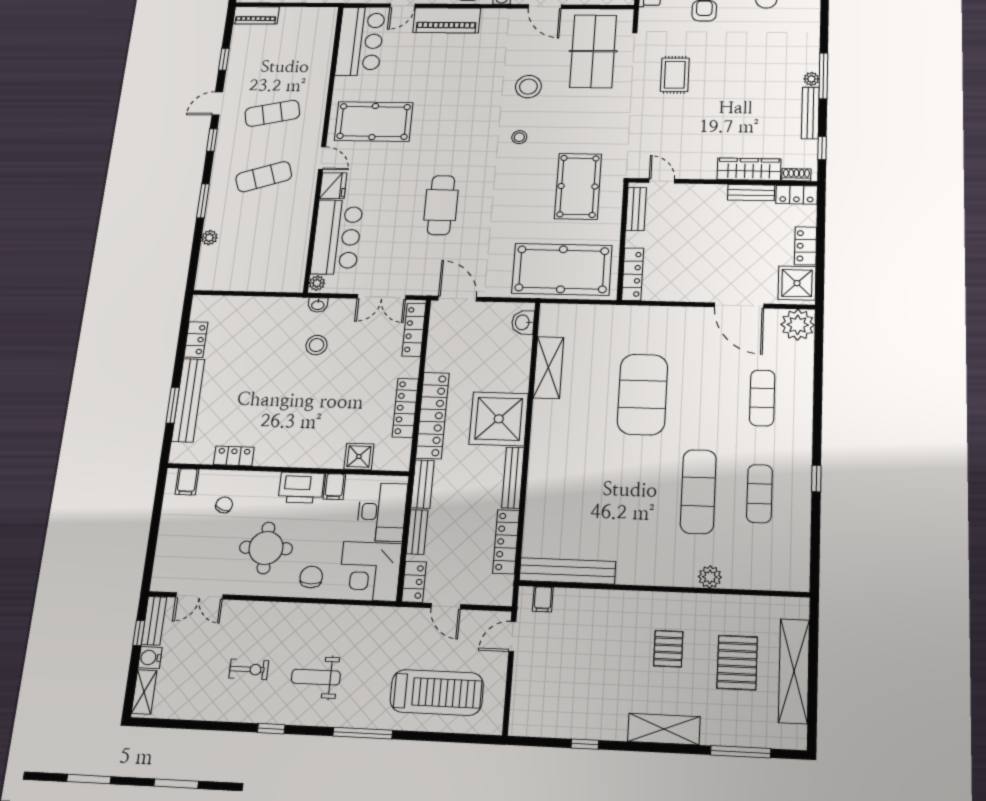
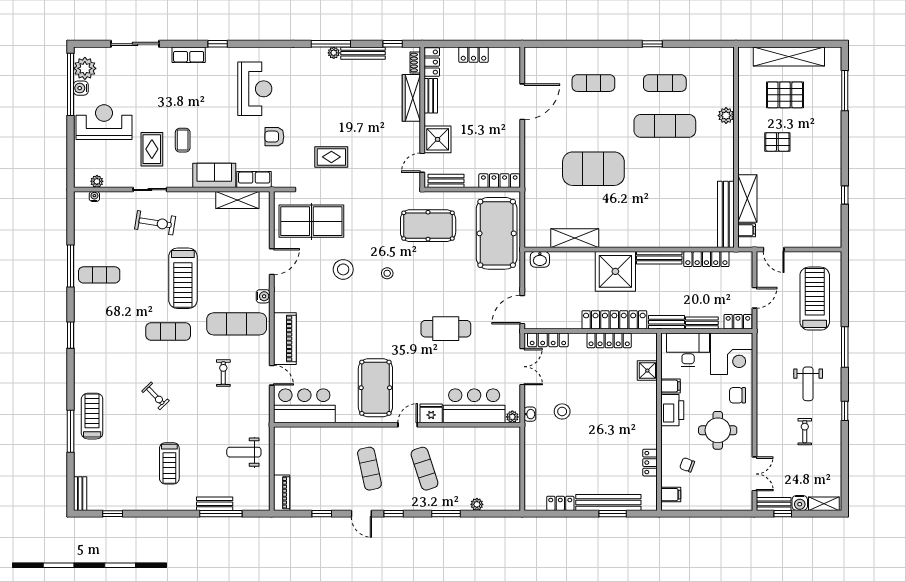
shower: (797, 283) -> (438, 139), moved
plant: (798, 325) -> (536, 59), removed
shelving: (664, 729) -> (747, 199), moved

